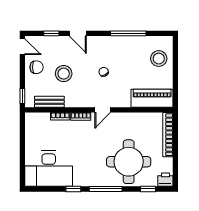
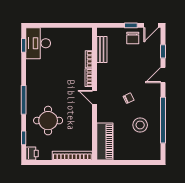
window: (128, 33) -> (163, 120), width x1.46
stool: (159, 59) -> (140, 125), moved
stool: (64, 74) -> (127, 62), removed
window: (22, 96) -> (131, 25), moved
round table: (129, 162) -> (48, 121), width x0.73, depth x0.73
desk: (49, 169) -> (38, 43), width x0.73, depth x0.77
window: (73, 189) -> (24, 45), moved

